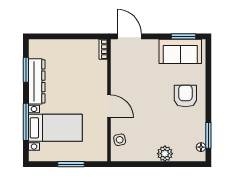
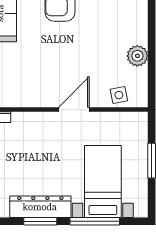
window: (26, 70) -> (40, 221), moved
plant: (165, 154) -> (137, 56), moved

